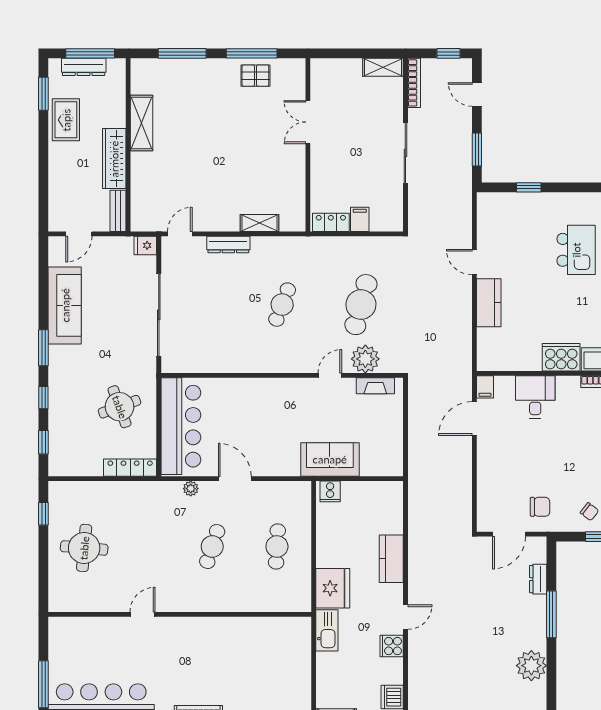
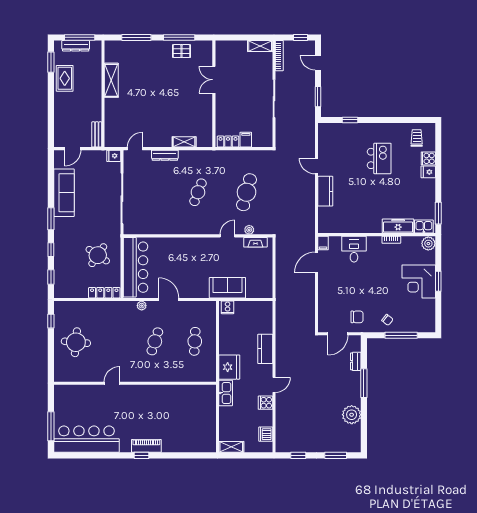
wardrobe: (114, 159) -> (94, 102), removed
cooker: (561, 357) -> (370, 225), removed
plant: (365, 359) -> (249, 230), width x0.53, depth x0.53
round table: (120, 407) -> (98, 255), turned -36

